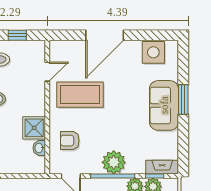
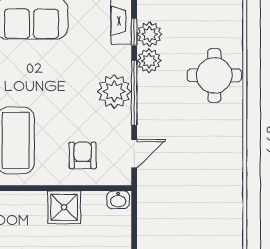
armchair: (70, 141) -> (83, 156), turned 180
washbasin: (39, 148) -> (118, 200), moved

